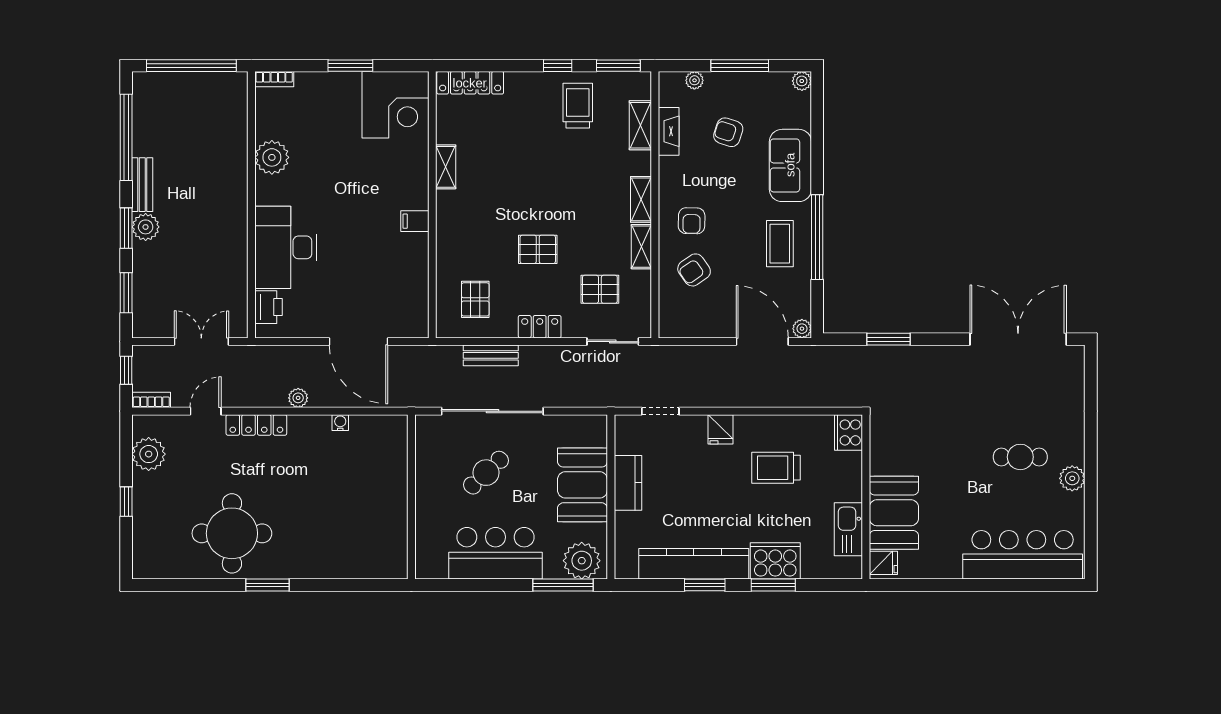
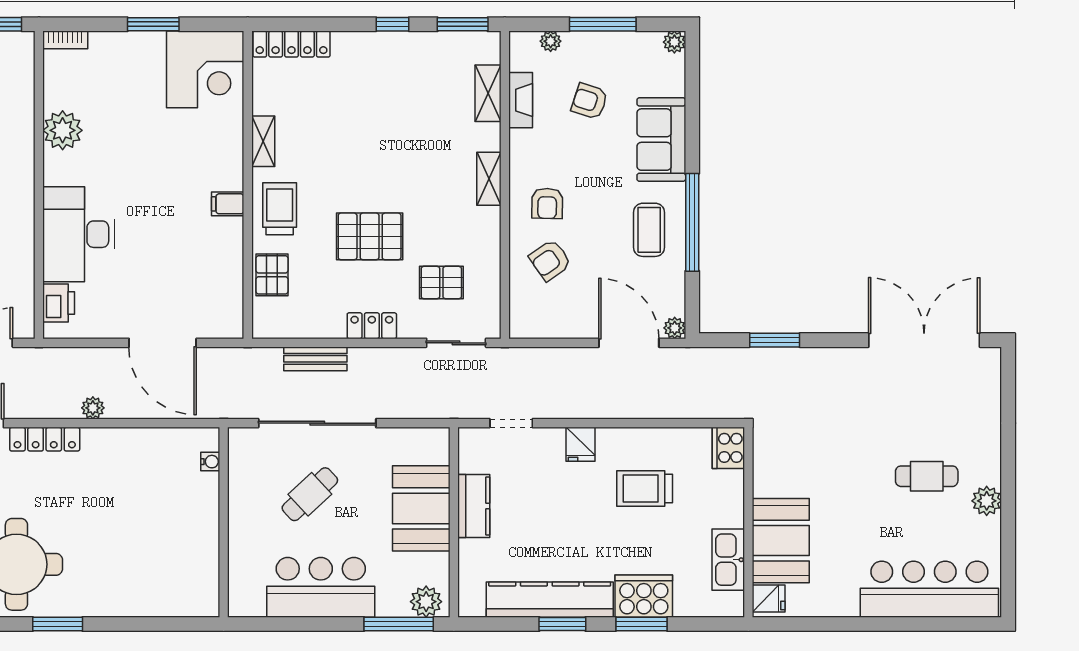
trolley: (578, 106) -> (280, 209), moved
shelving: (641, 247) -> (489, 233), removed
pallet: (538, 249) -> (370, 236), width x1.50, depth x1.42
pallet: (475, 299) -> (272, 275), moved
water cooler: (340, 423) -> (210, 462), moved, turned 90
plant: (582, 561) -> (426, 602), width x0.73, depth x0.73

